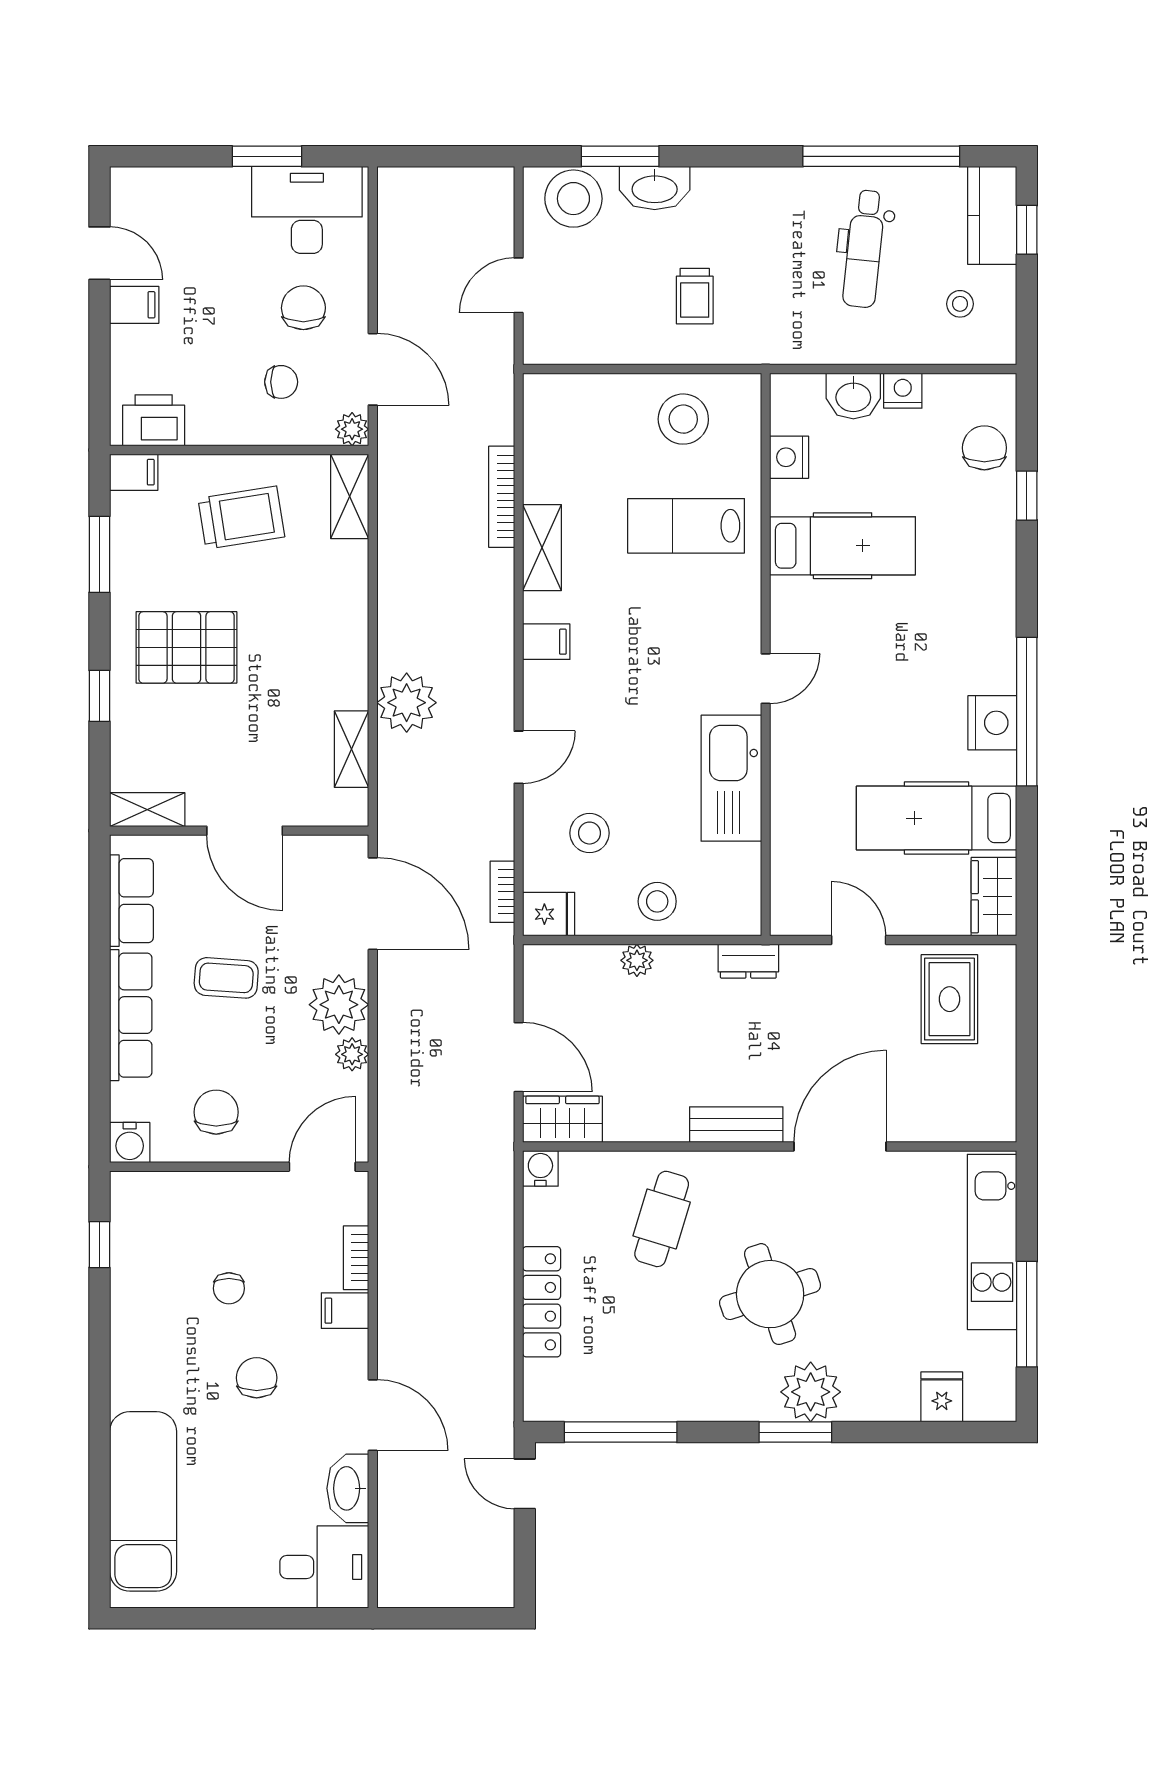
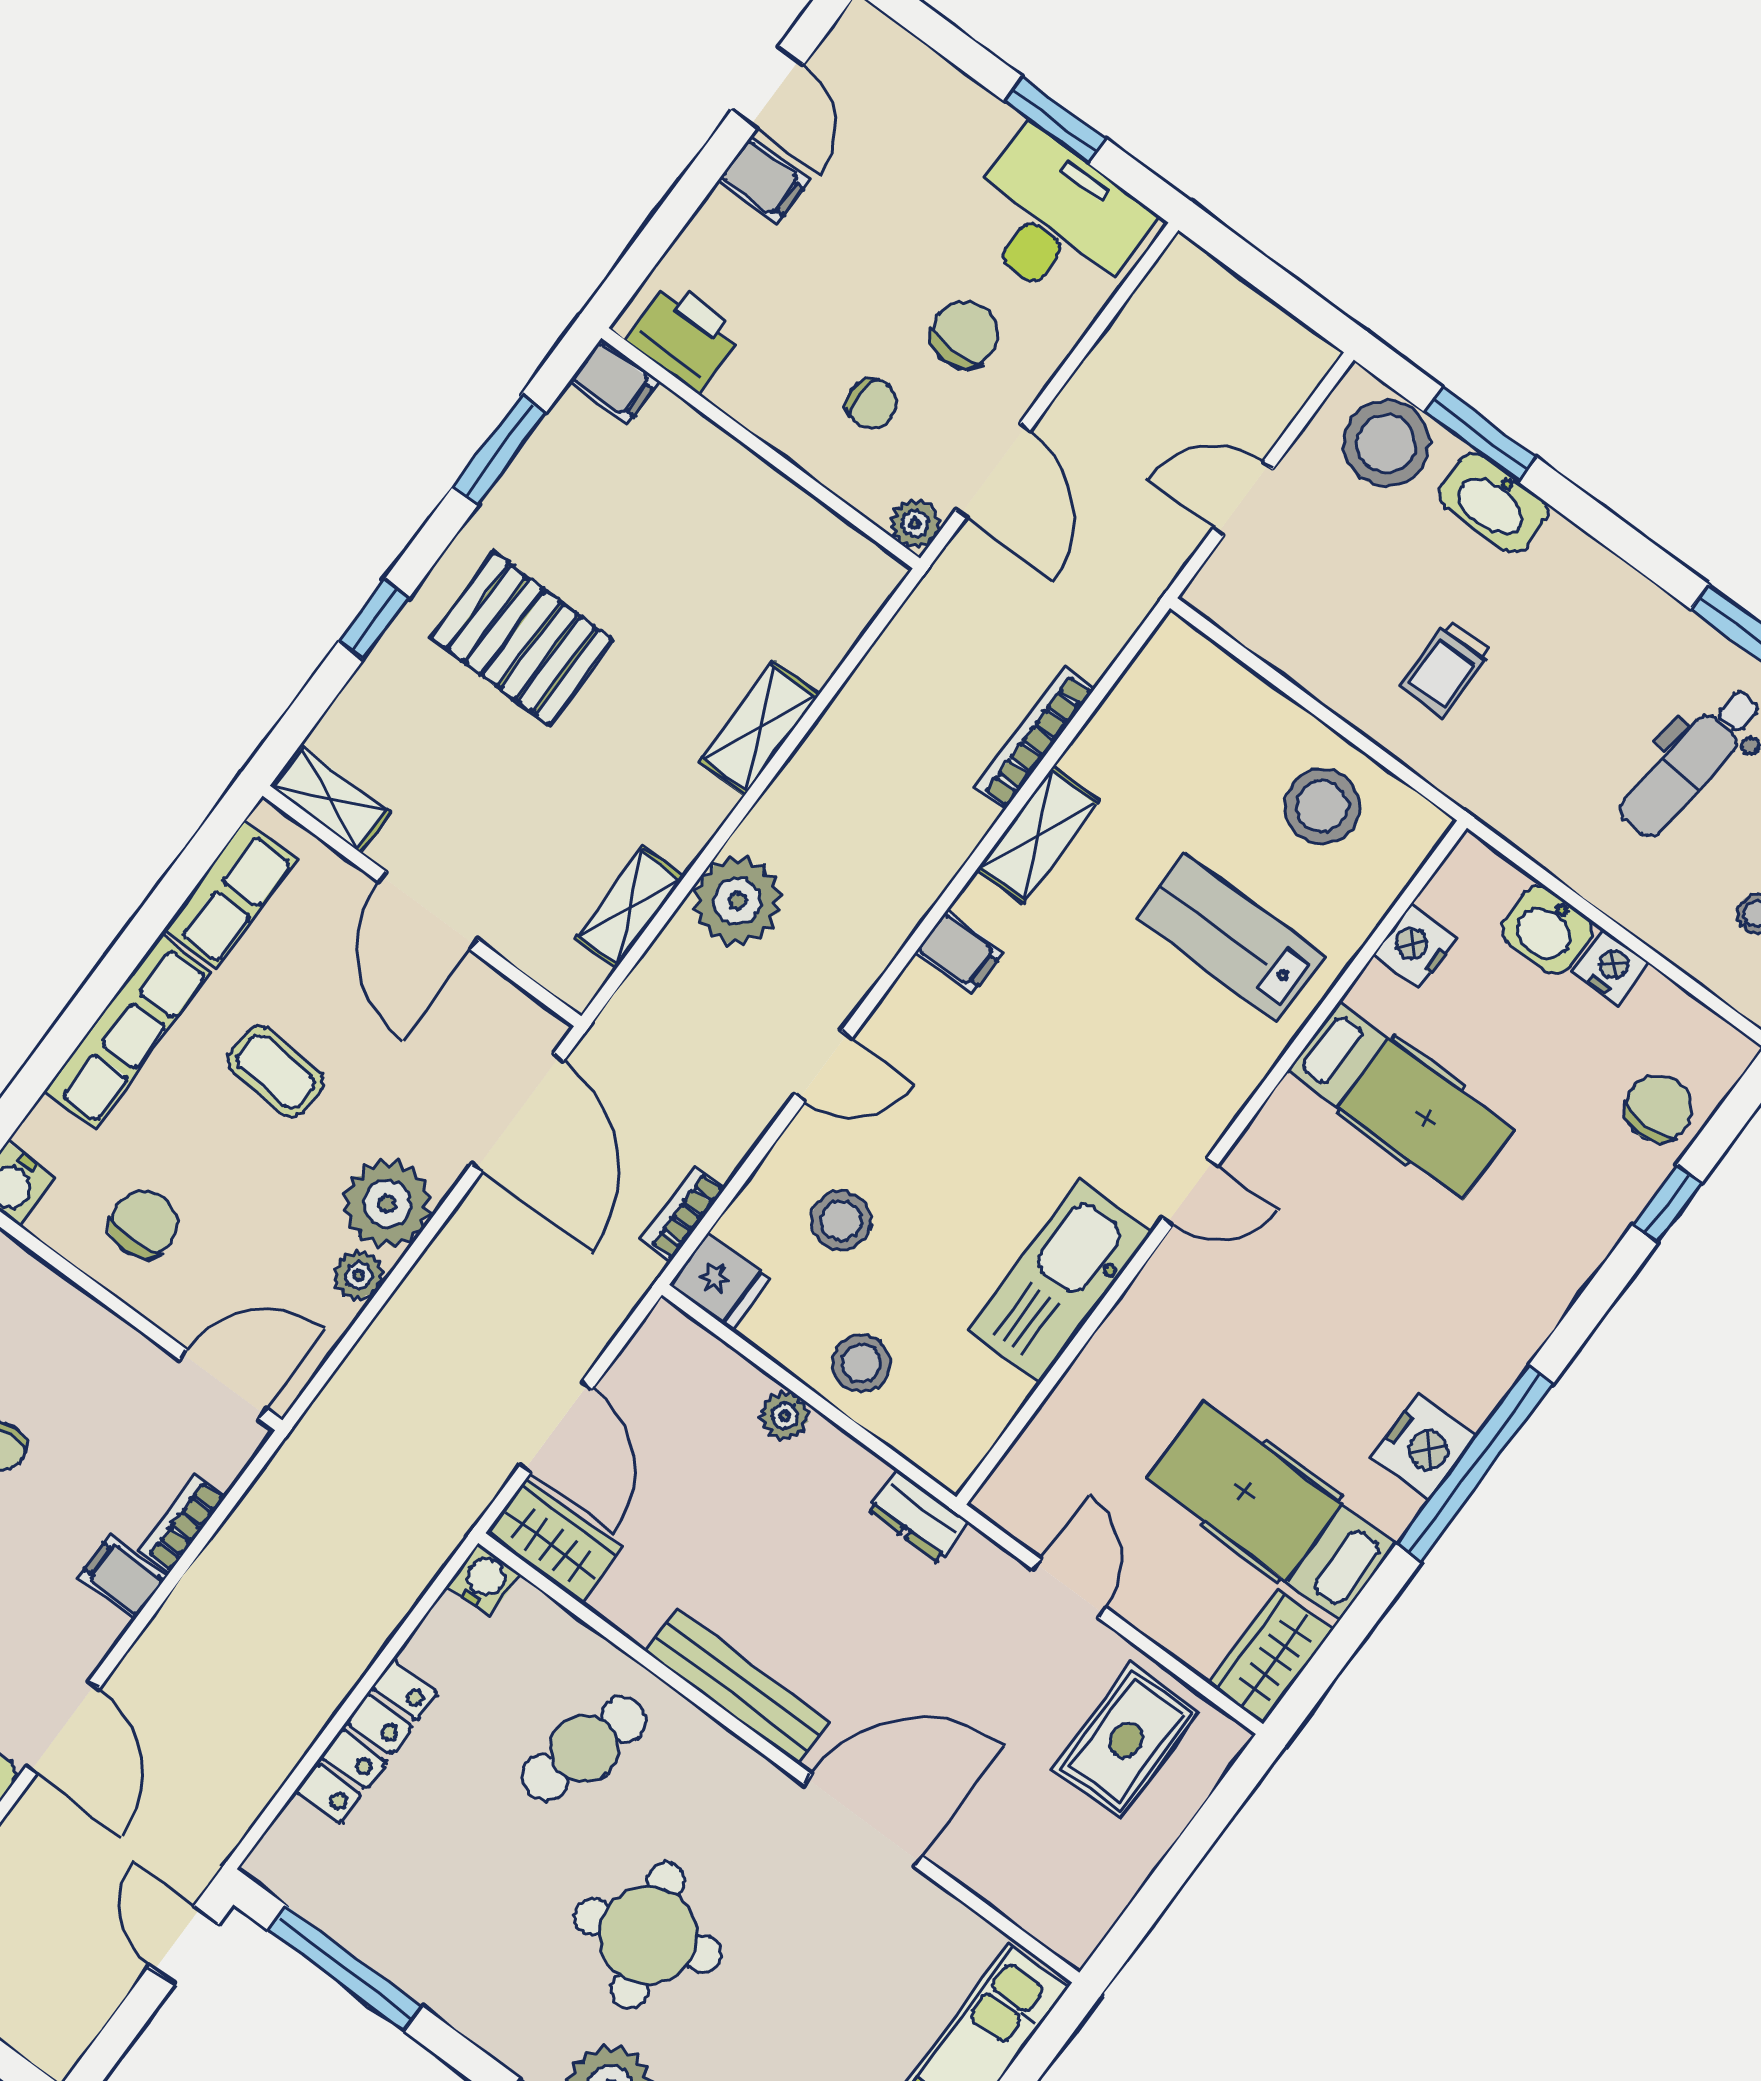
shelving: (350, 496) -> (759, 728), moved
trolley: (241, 518) -> (703, 531), removed
bench: (736, 1125) -> (738, 1687), width x1.36

